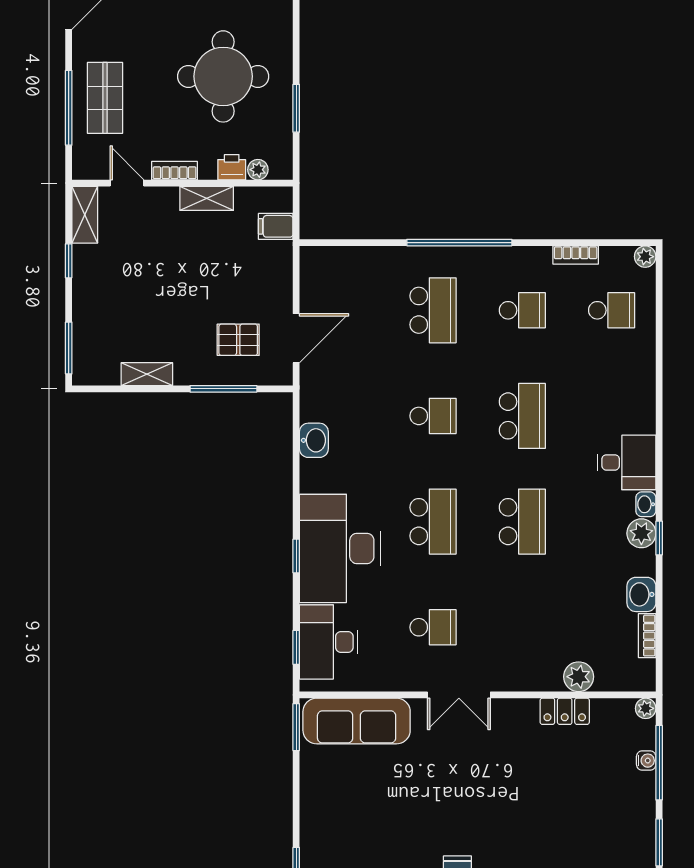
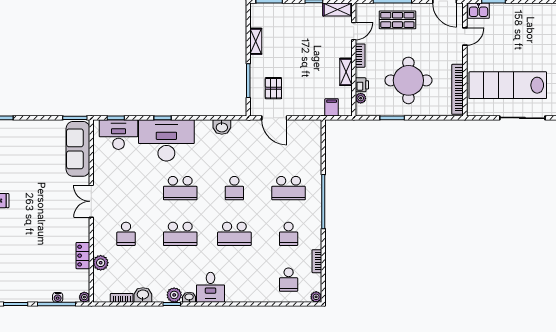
school desk: (433, 627) -> (126, 234), moved

